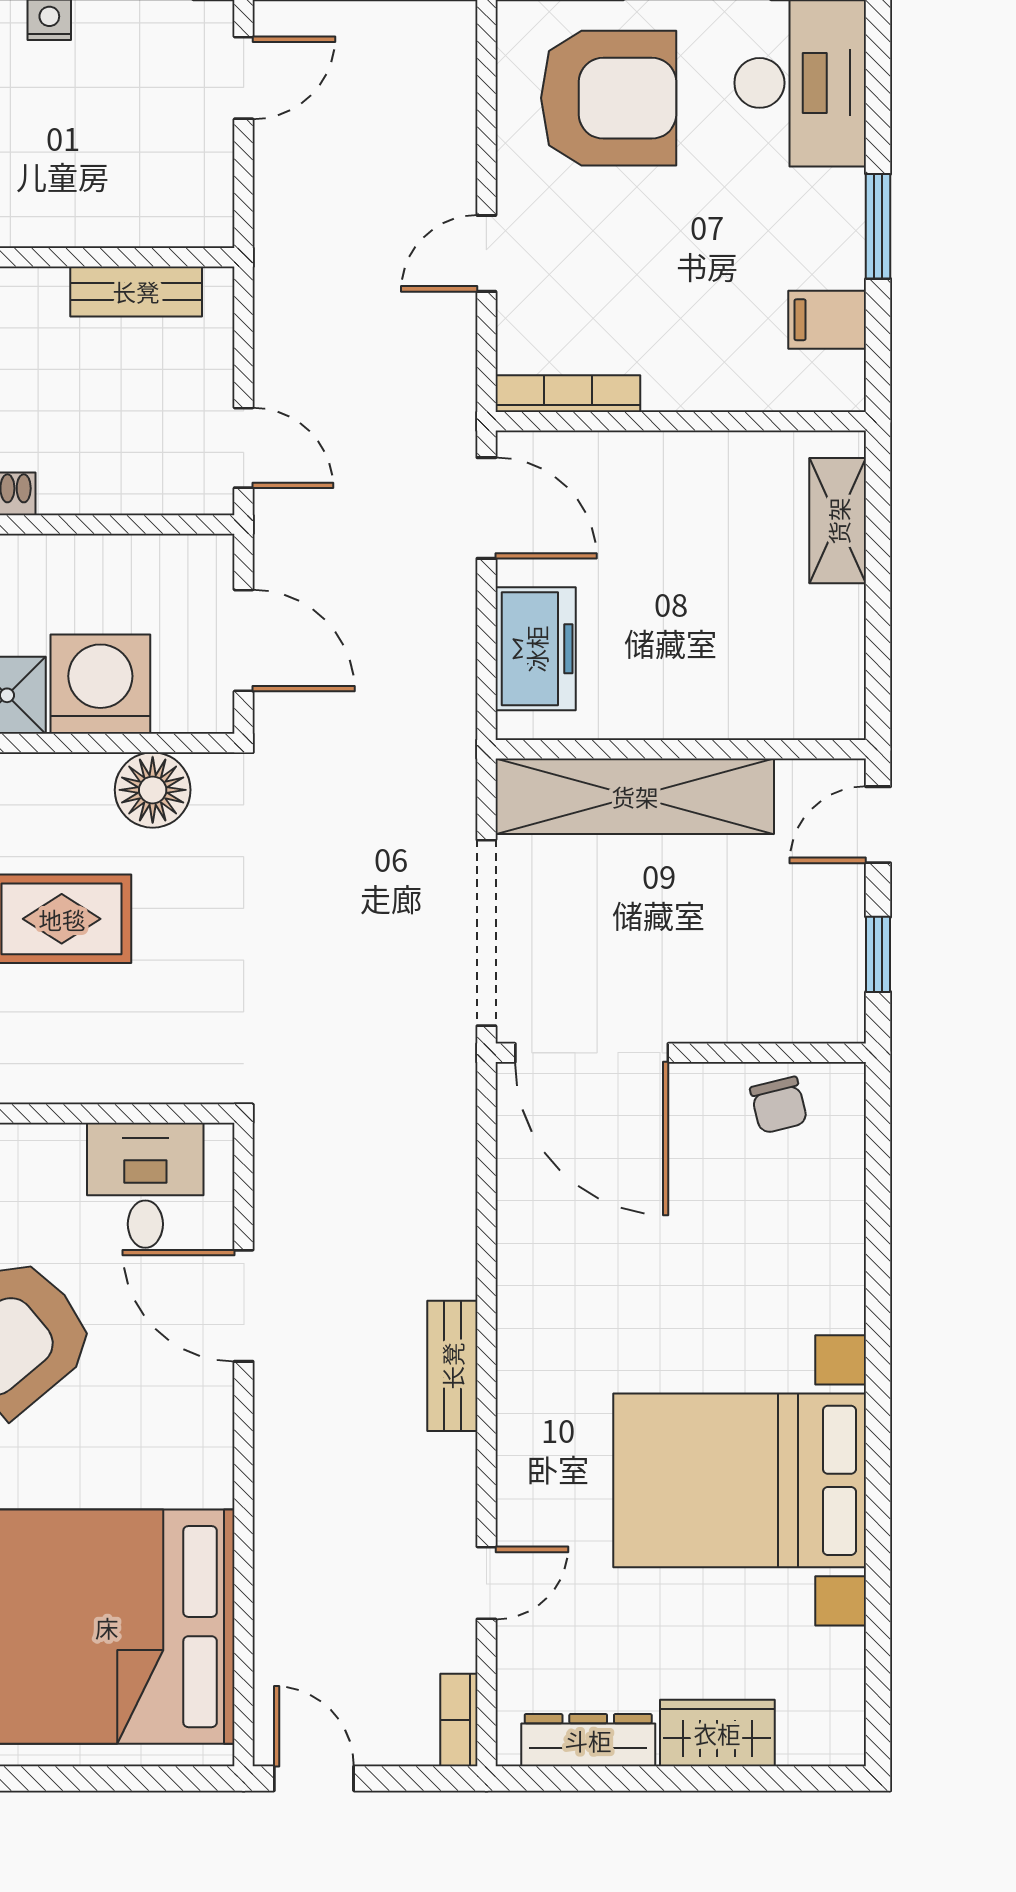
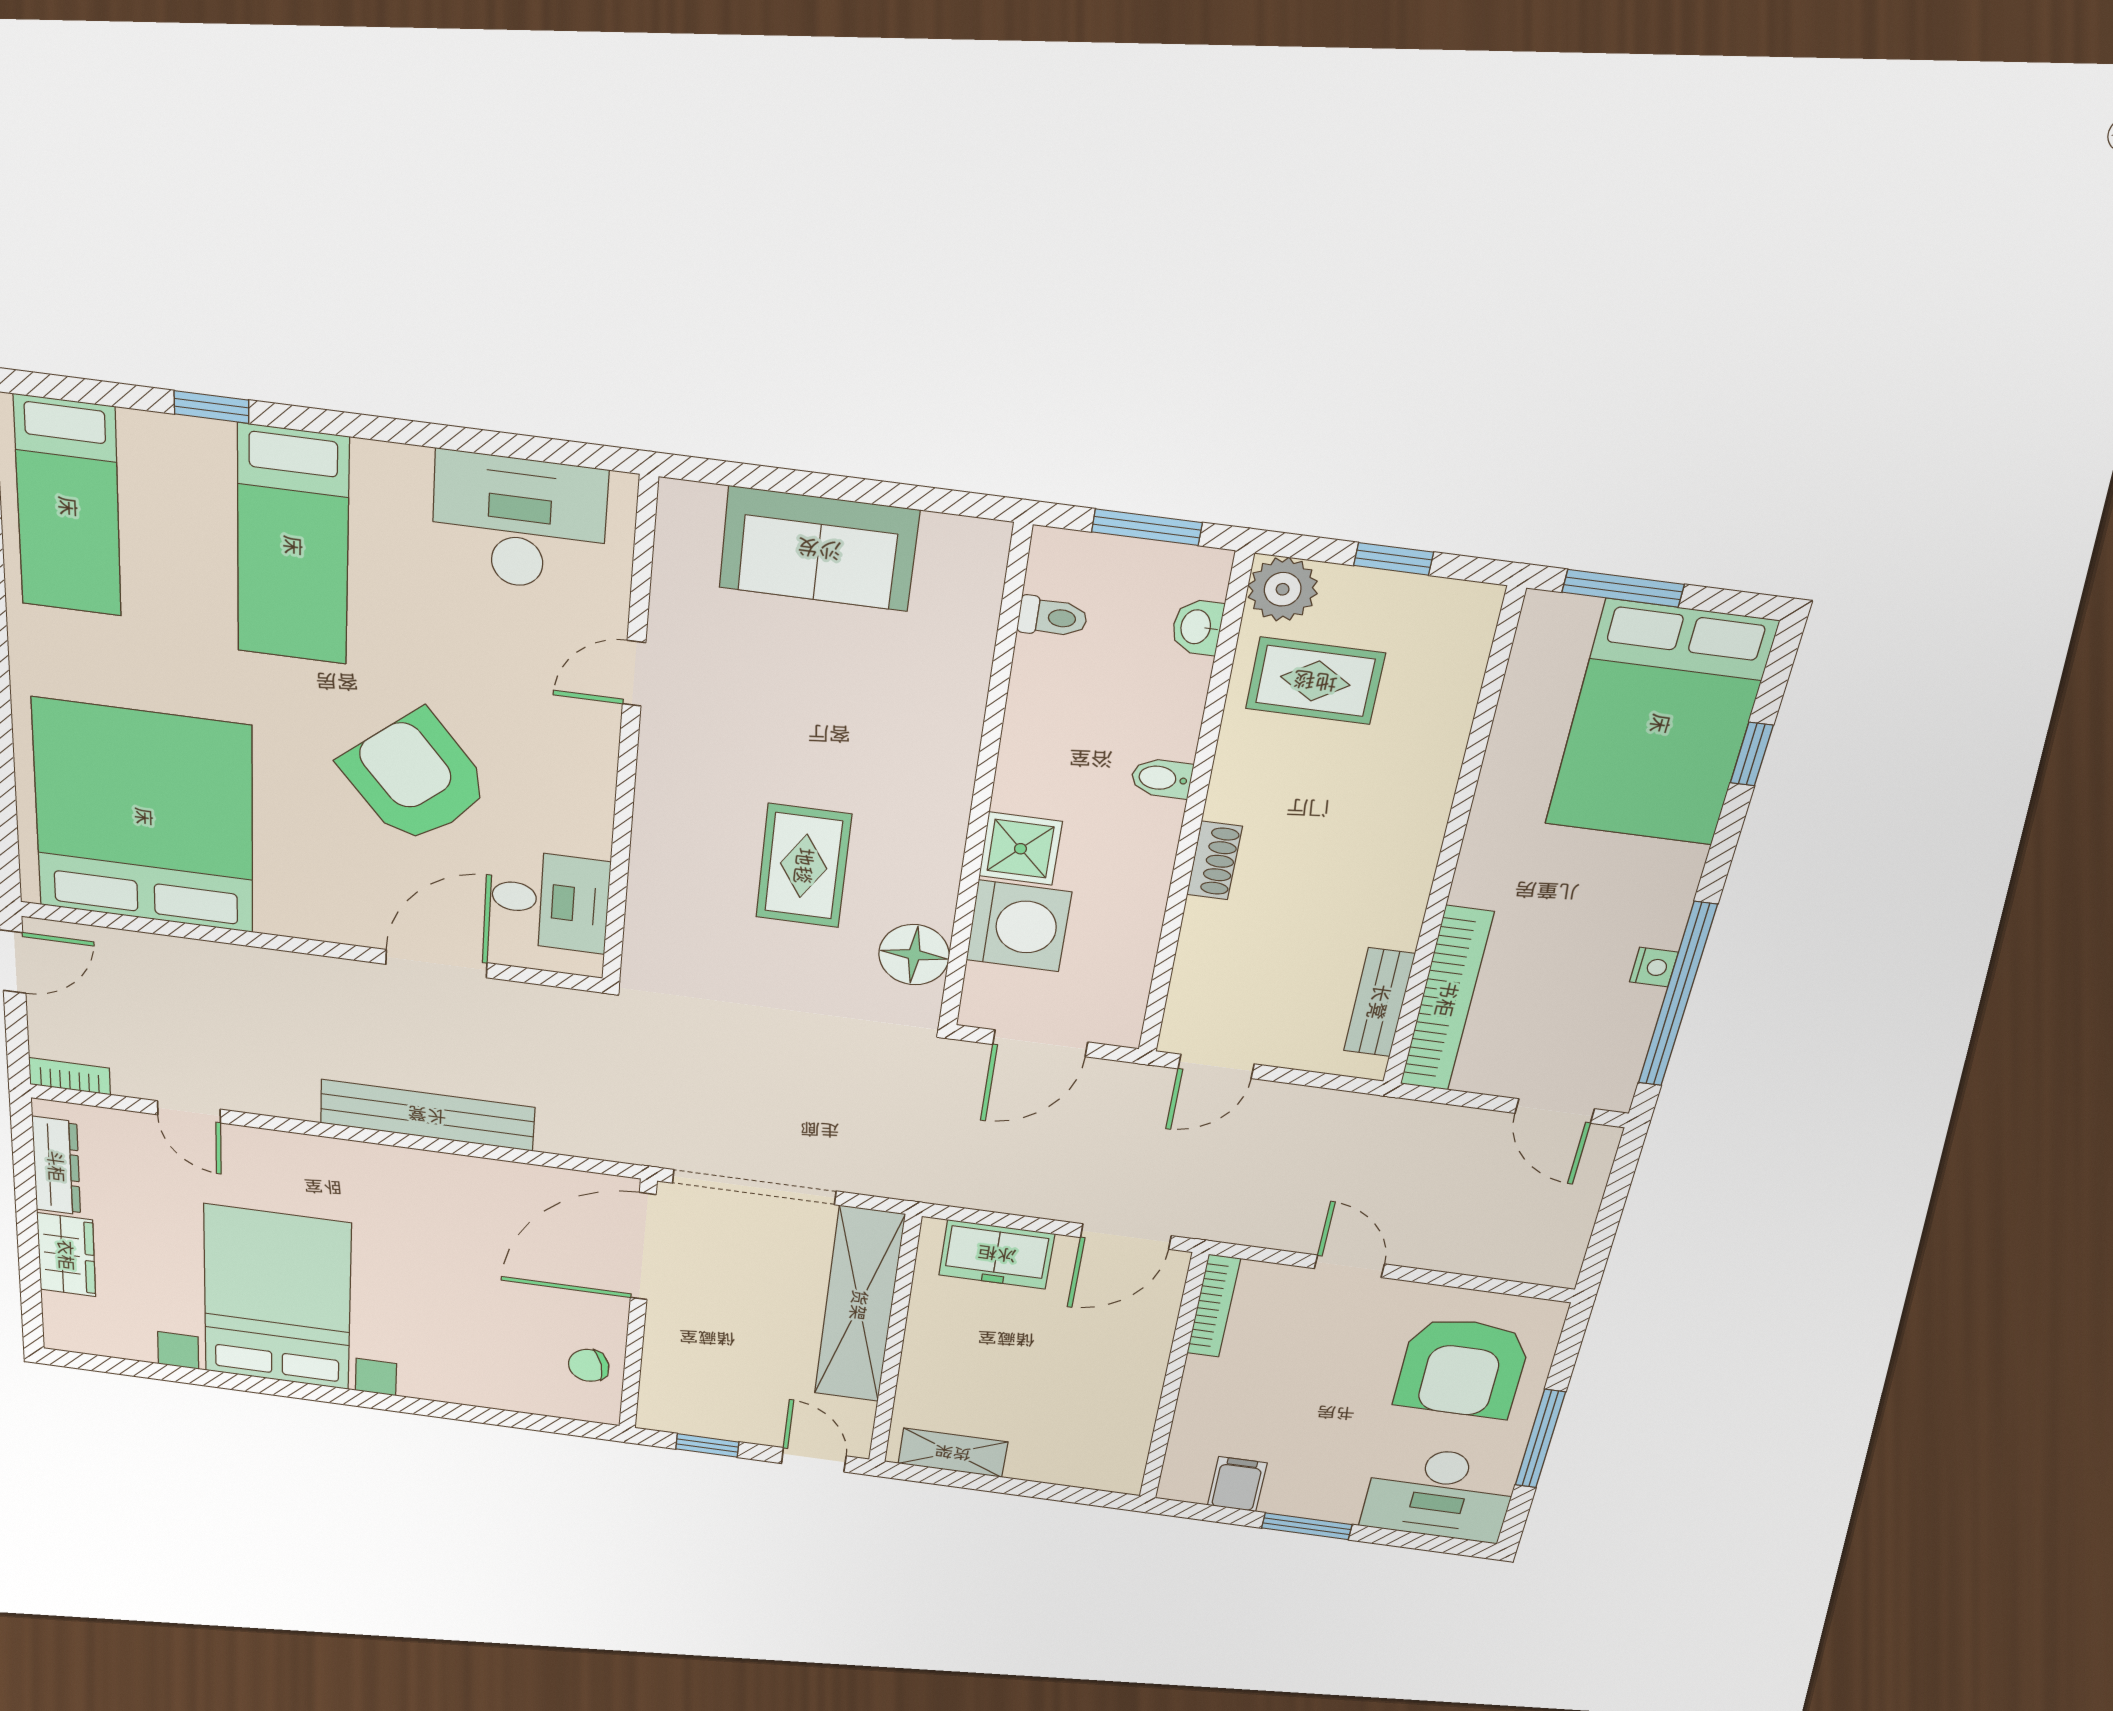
bookcase: (121, 222) -> (1447, 999), added
shelving: (838, 521) -> (953, 1453), moved
bench: (452, 1366) -> (427, 1115), width x1.86, depth x1.21

